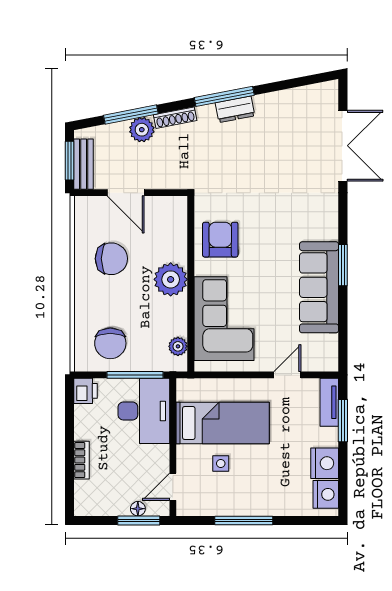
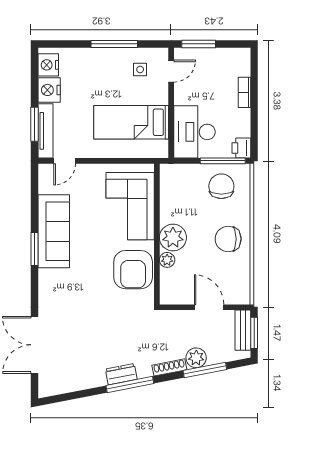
armchair: (220, 240) -> (133, 270), width x1.36, depth x1.36
chair: (111, 259) -> (228, 239), moved
plant: (178, 346) -> (167, 260), moved
window: (135, 375) -> (223, 161), moved
door: (287, 375) -> (65, 161), moved
tv unit: (329, 402) -> (46, 131), width x1.41
side table: (221, 463) -> (140, 69), moved
floor lamp: (138, 509) -> (199, 53), removed

